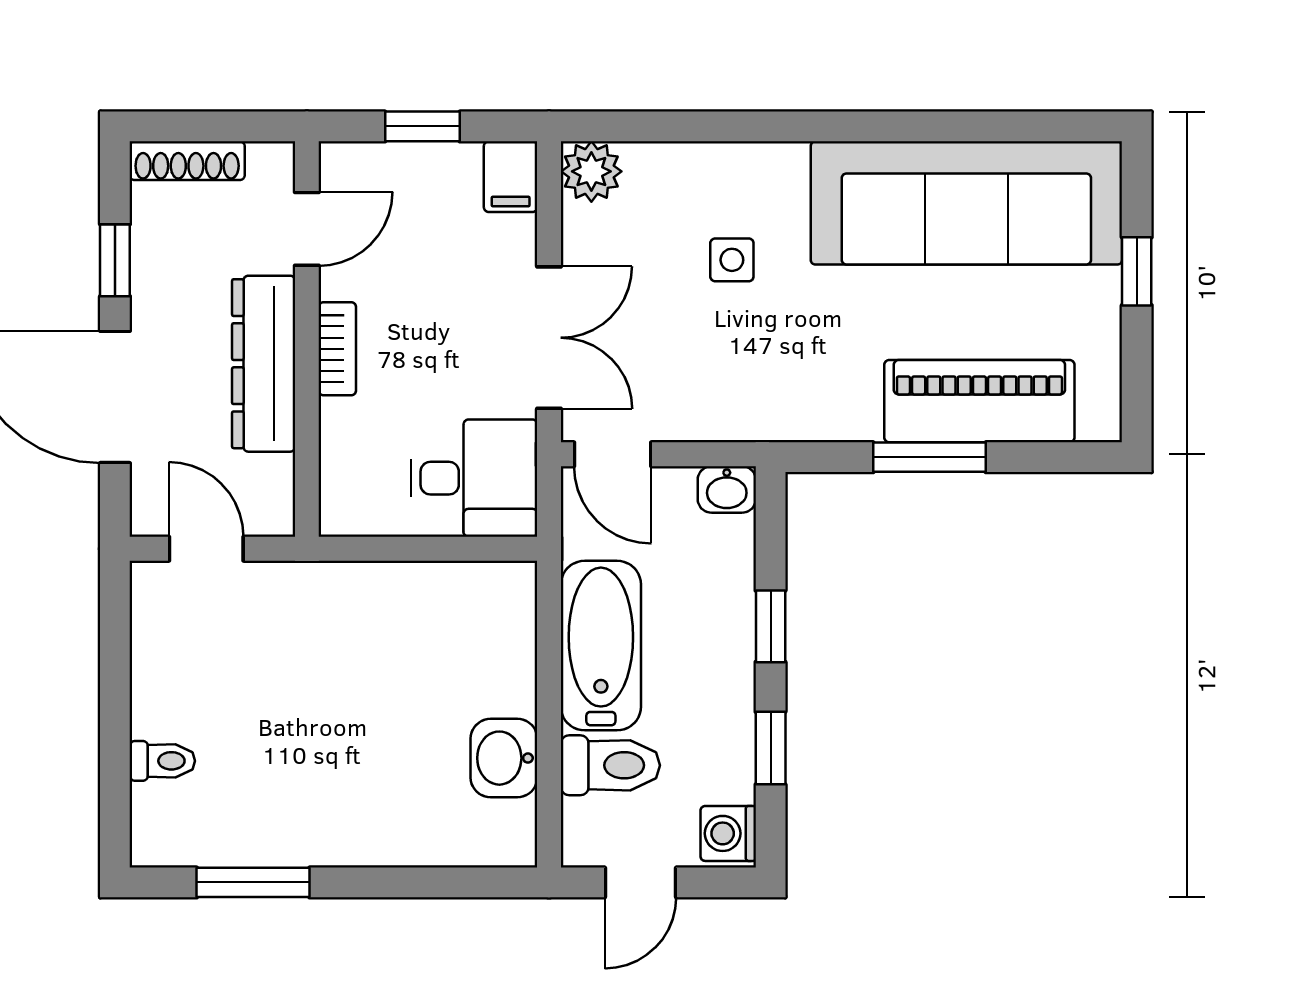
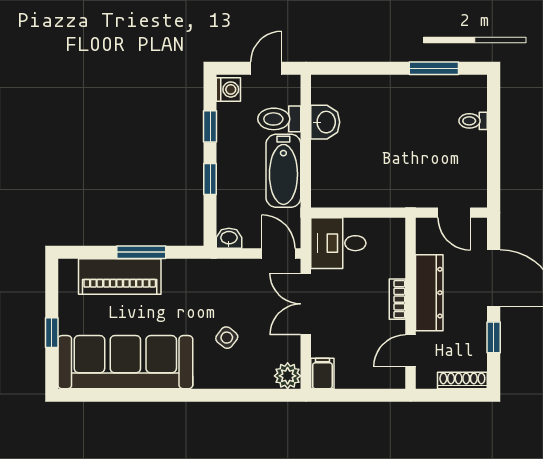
window: (422, 126) -> (361, 395), removed
side table: (732, 260) -> (227, 338), turned 38

